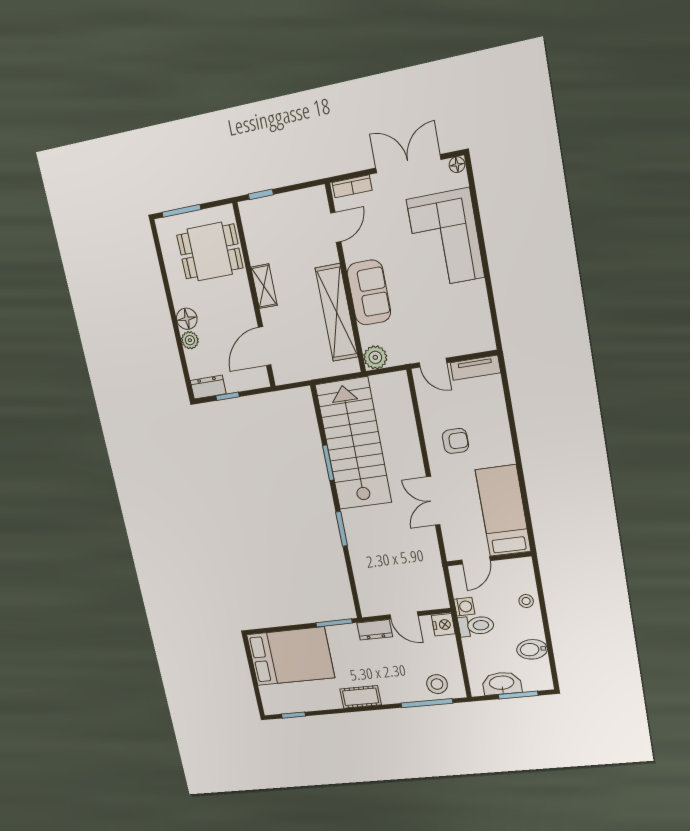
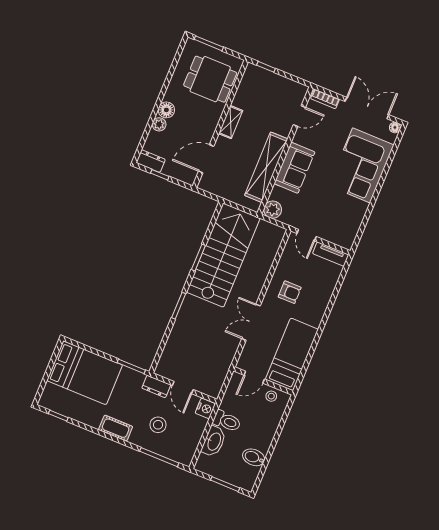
stool: (526, 601) -> (271, 396), moved
washing machine: (464, 607) -> (227, 404), removed
washbasin: (502, 683) -> (214, 441), moved, turned 90
stool: (437, 684) -> (158, 425), moved

